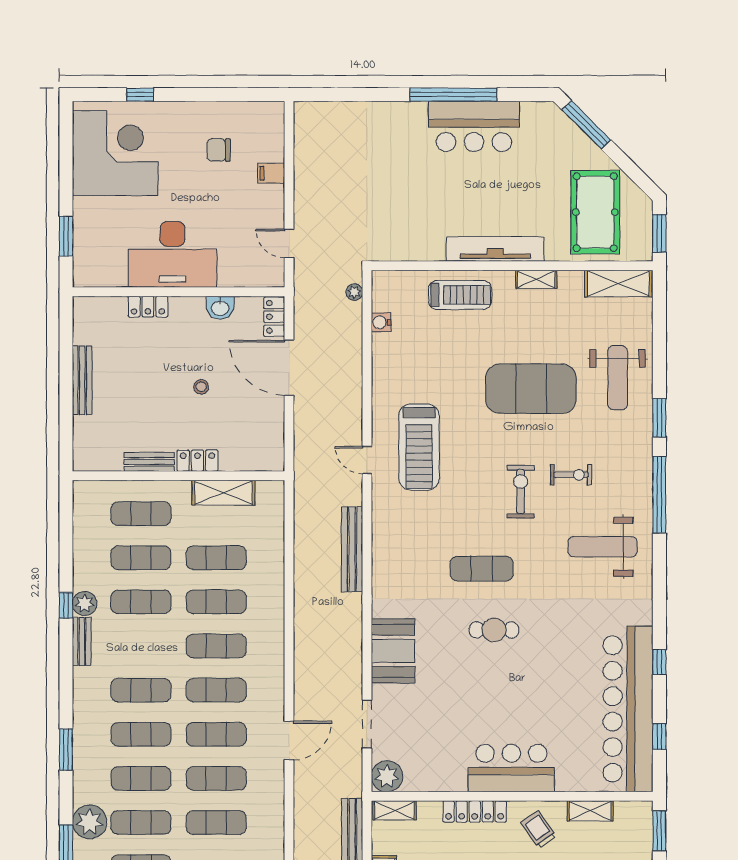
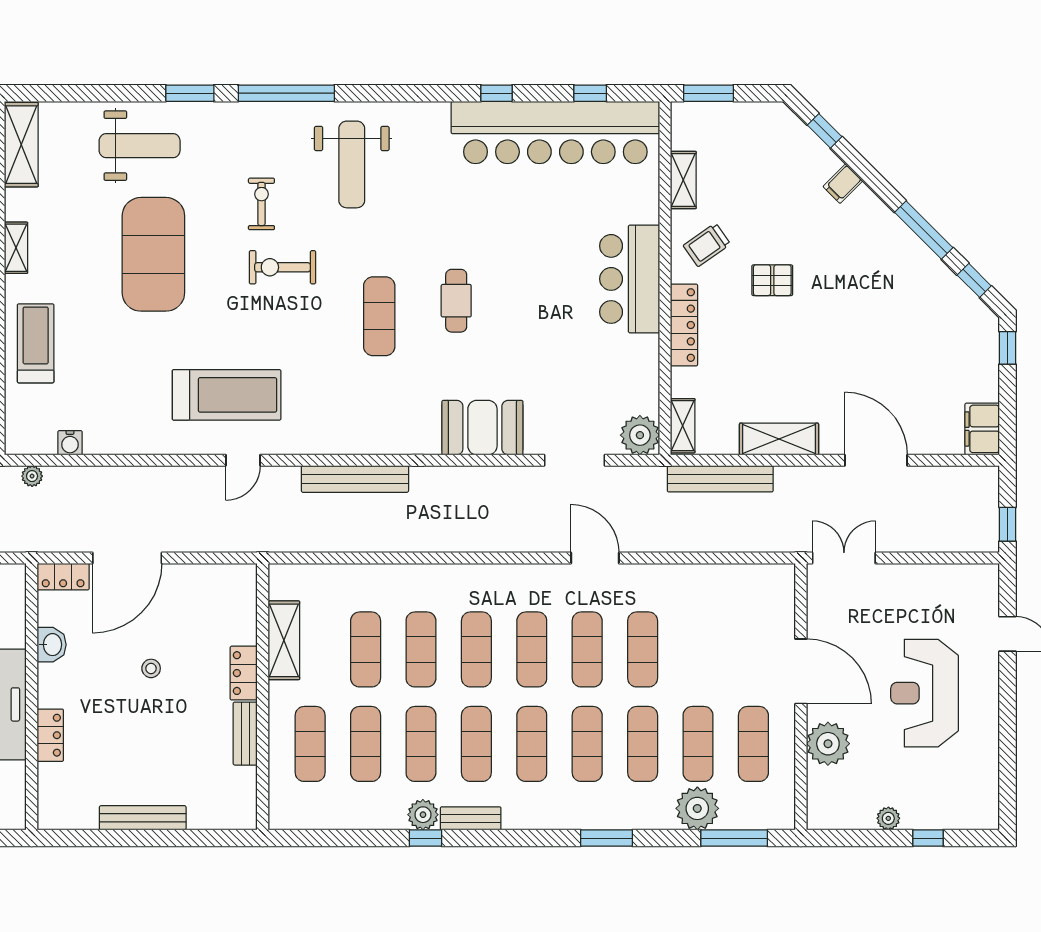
exercise mat: (216, 823) -> (476, 744), moved

